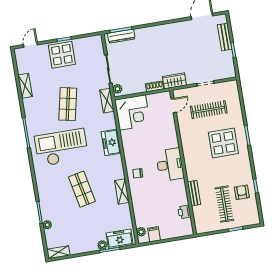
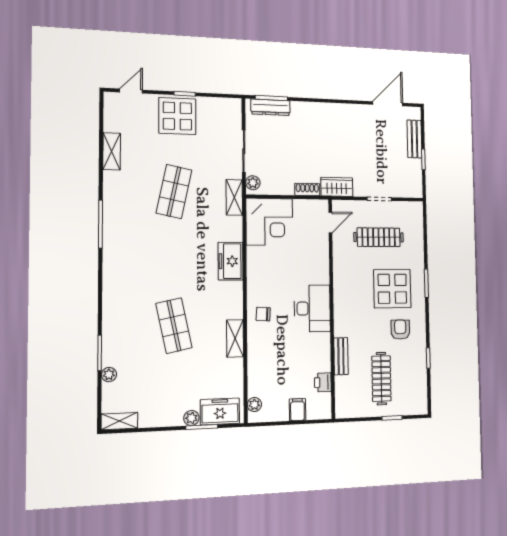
checkout: (61, 147) -> (153, 256), removed
armchair: (242, 192) -> (400, 330), moved
filing cabinet: (154, 234) -> (297, 410), moved

